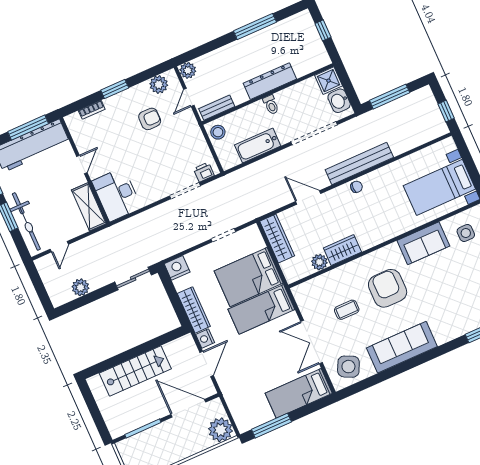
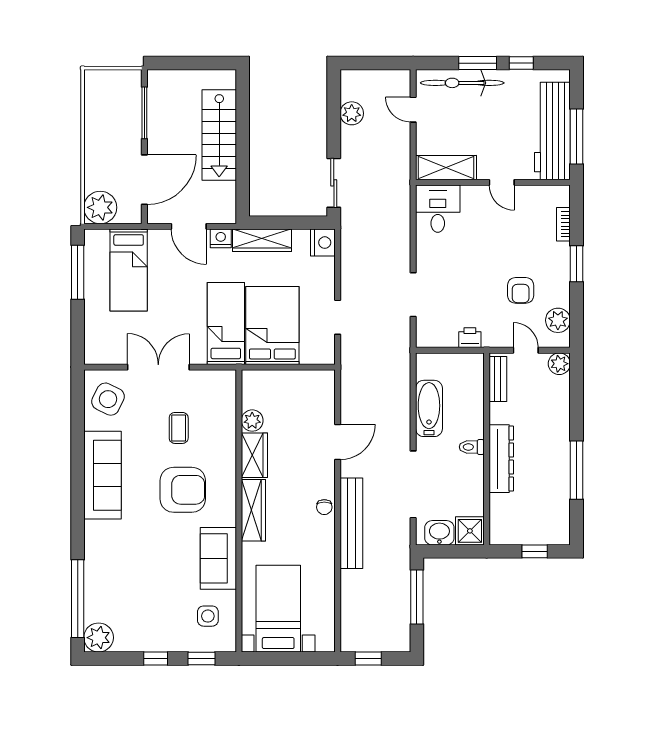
stool: (218, 132) -> (467, 367), removed
printer: (204, 172) -> (470, 338), moved, turned -90
desk: (117, 194) -> (438, 209), width x0.73
wardrobe: (277, 239) -> (253, 510), moved, turned -90
bed: (299, 393) -> (129, 270), moved, turned 180

